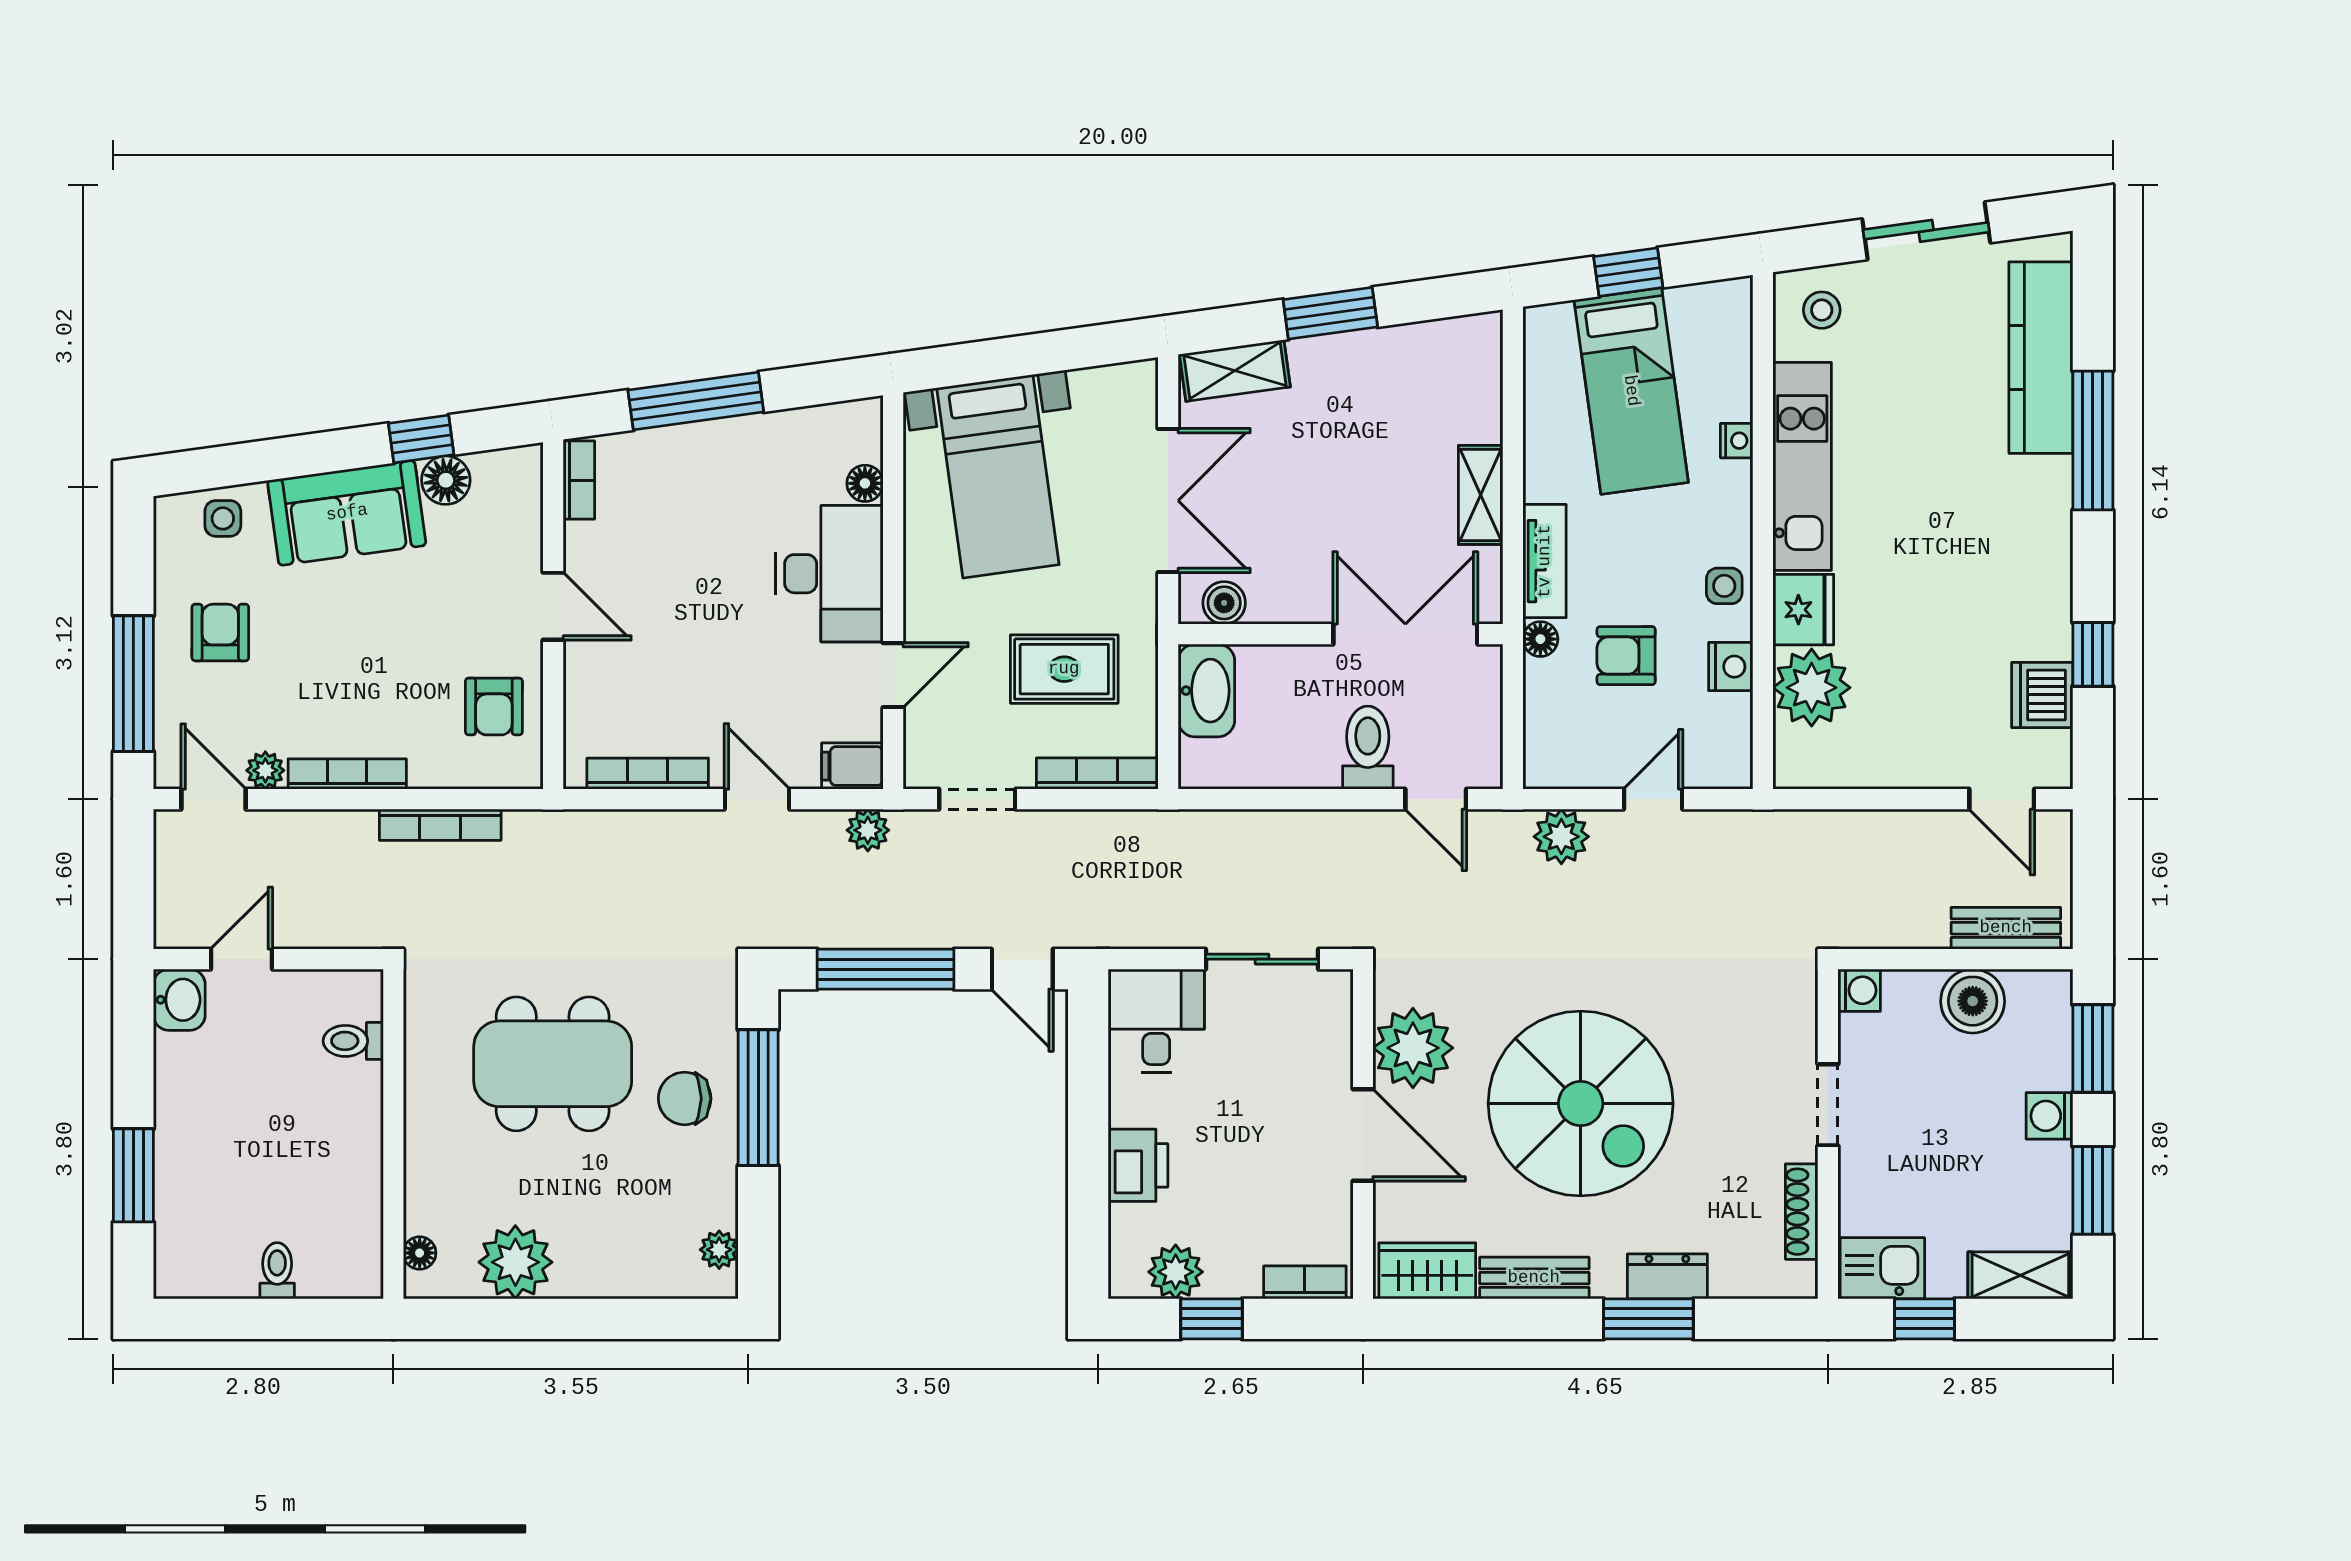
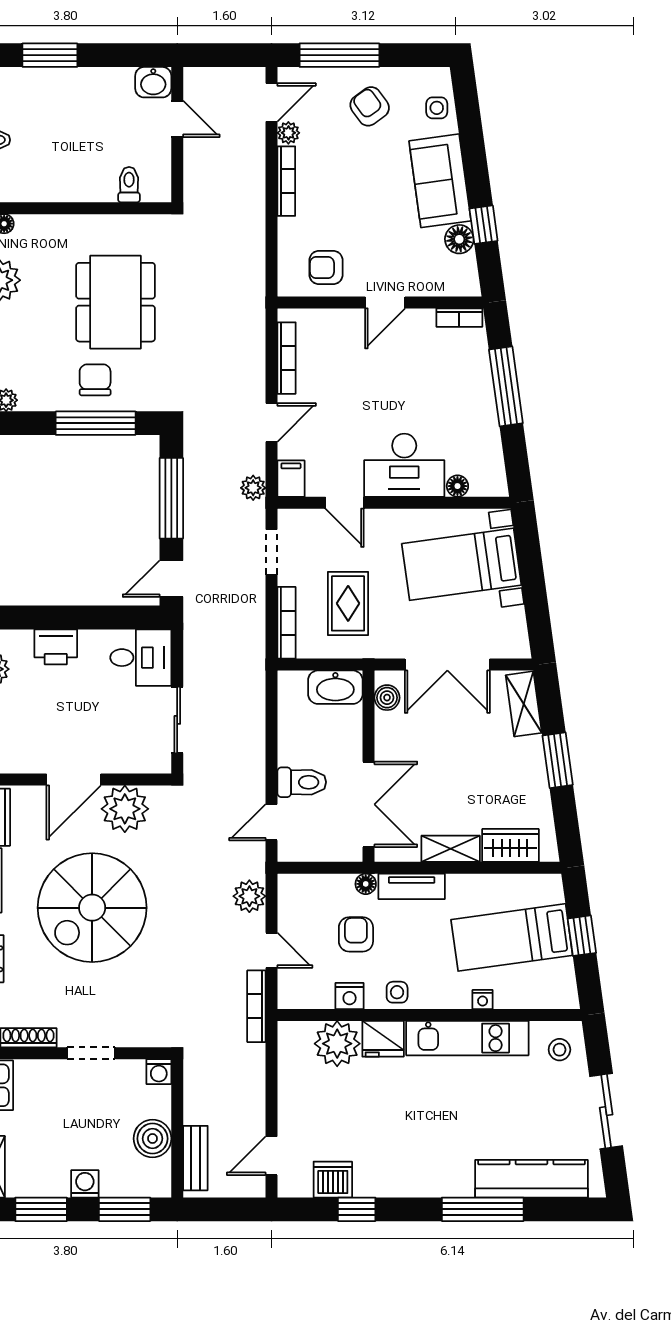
wardrobe: (1475, 393) -> (510, 845), added
armchair: (220, 632) -> (370, 106), turned -126
bookcase: (440, 825) -> (256, 1006), moved

